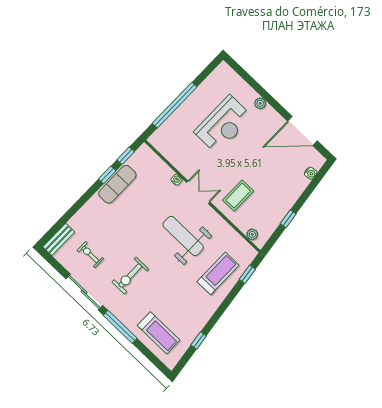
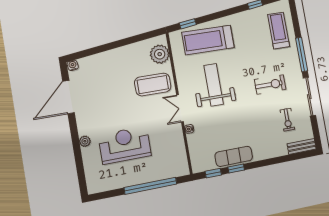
door: (302, 131) -> (68, 97), swing flipped
water cooler: (311, 173) -> (73, 65), moved
coffee table: (238, 196) -> (153, 84), width x1.36, depth x1.32
window: (288, 219) -> (129, 41), removed
plant: (252, 234) -> (160, 54), width x1.87, depth x1.87
weight bench: (183, 236) -> (214, 85), turned 180
treadmill: (218, 273) -> (208, 40), width x1.37, depth x1.38

